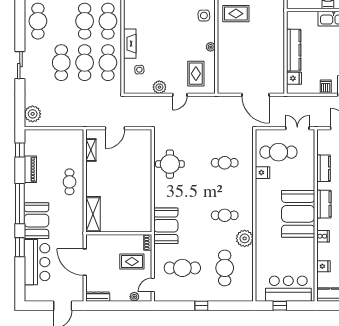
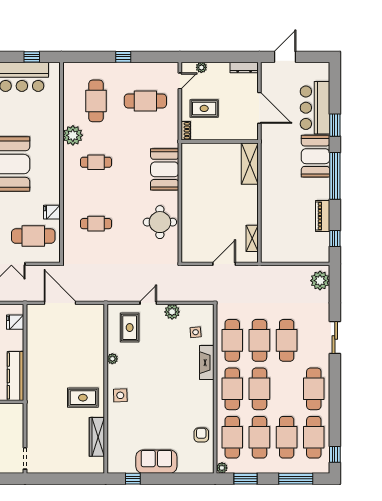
kitchen counter: (294, 50) -> (15, 376), moved
cafe table: (70, 182) -> (277, 201), removed
booth: (166, 226) -> (165, 169), moved

